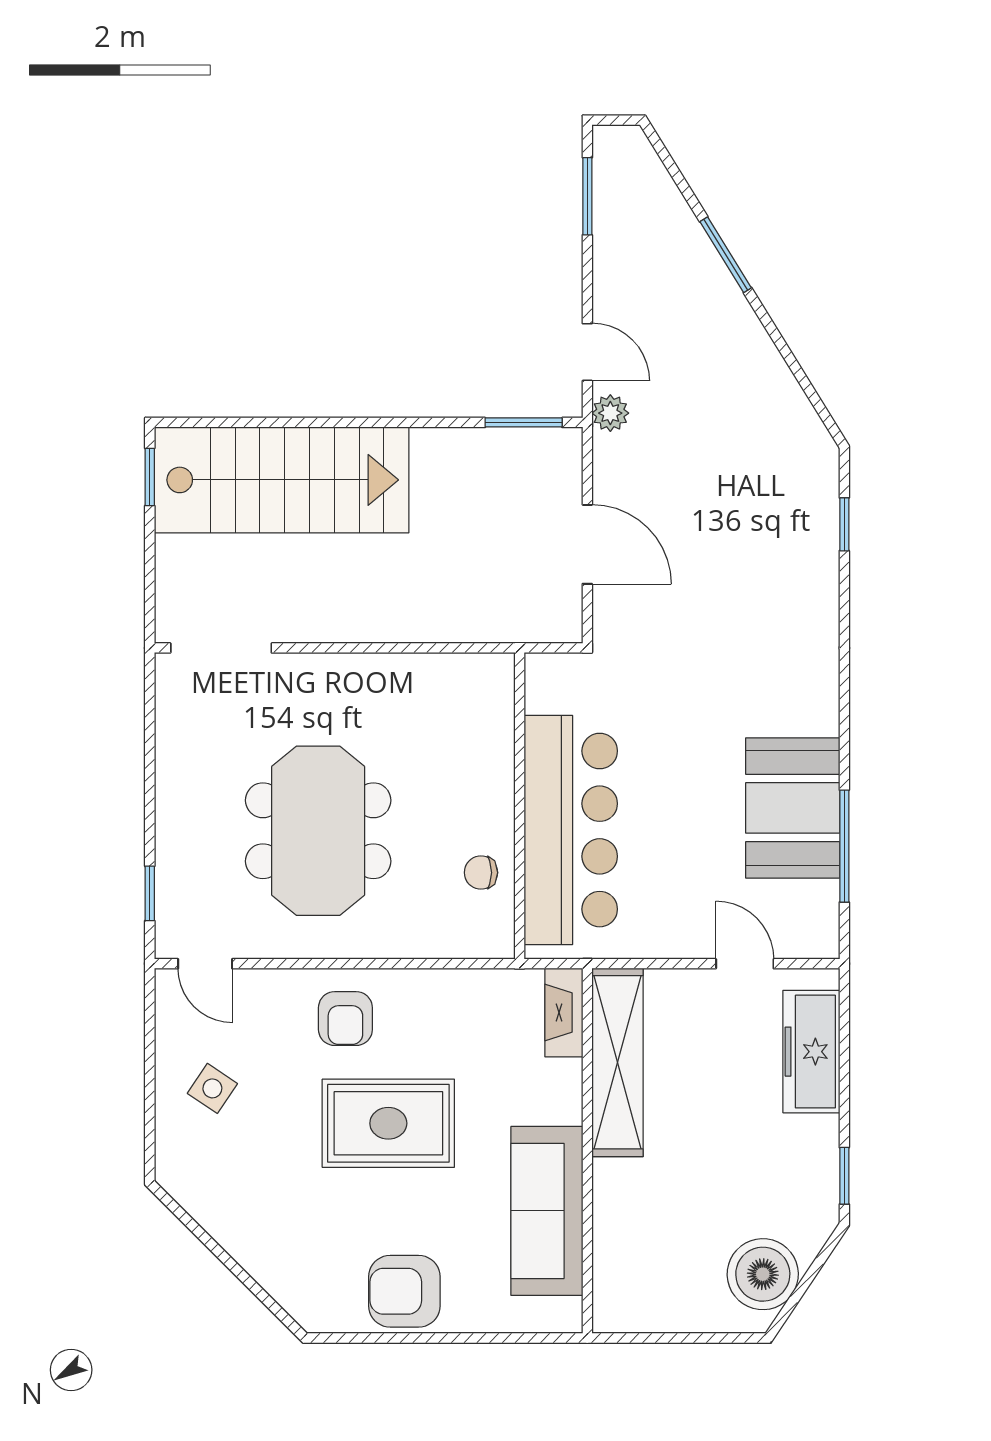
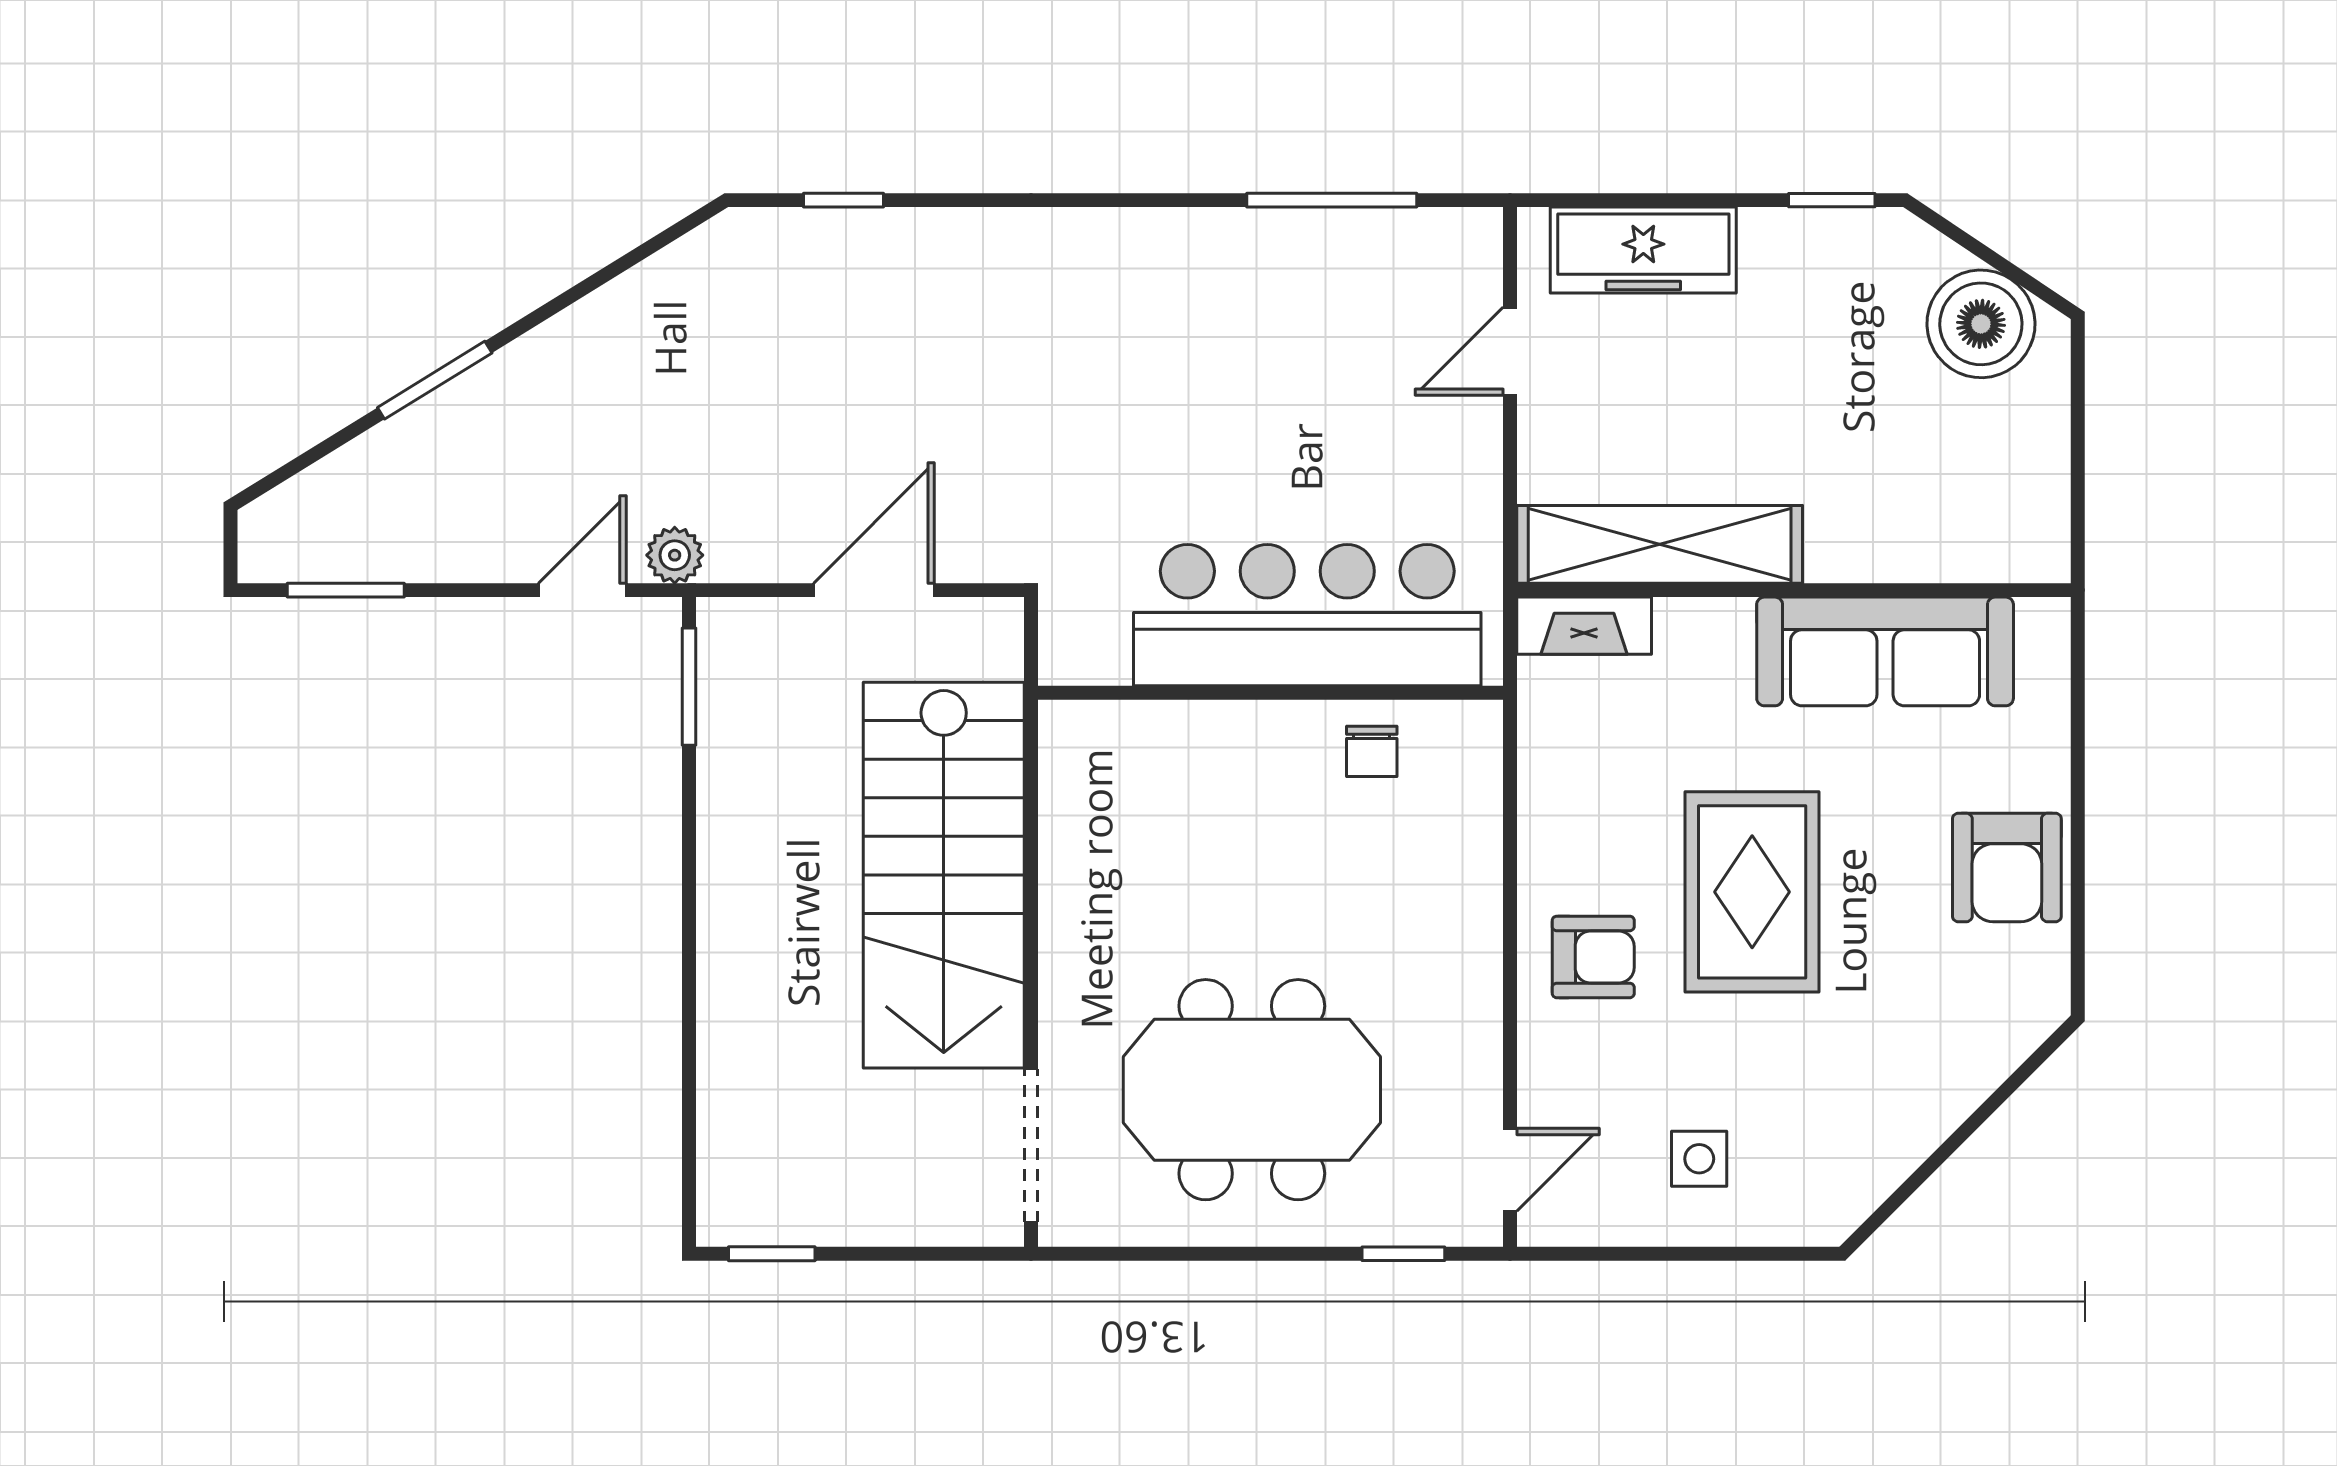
stairs: (282, 480) -> (944, 875), moved, turned 180
booth: (793, 808) -> (1274, 278), removed
meeting table: (318, 831) -> (1252, 1090), moved
side table: (212, 1088) -> (1699, 1159), turned -34

